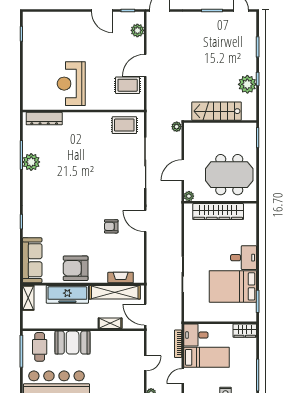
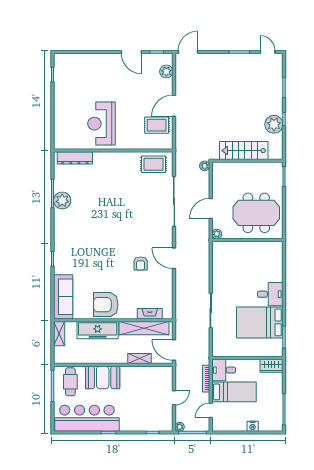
wardrobe: (218, 212) -> (245, 249), removed
armchair: (111, 226) -> (141, 264), turned -90

